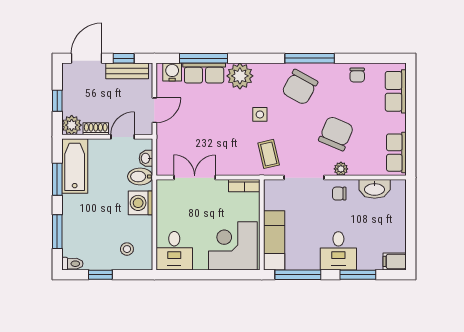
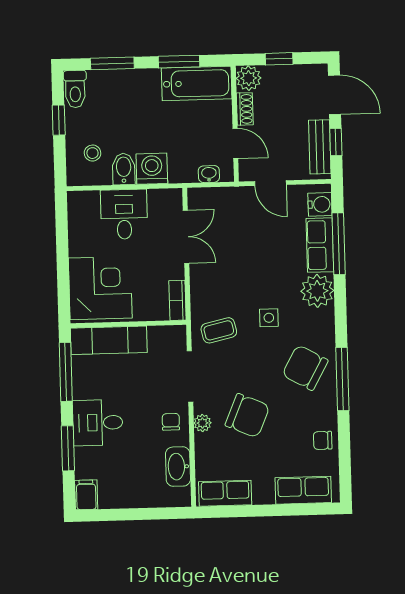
bidet: (140, 176) -> (124, 169), moved
desk: (174, 251) -> (124, 214), moved, turned 90
toilet: (72, 264) -> (75, 89), width x1.37, depth x1.39

